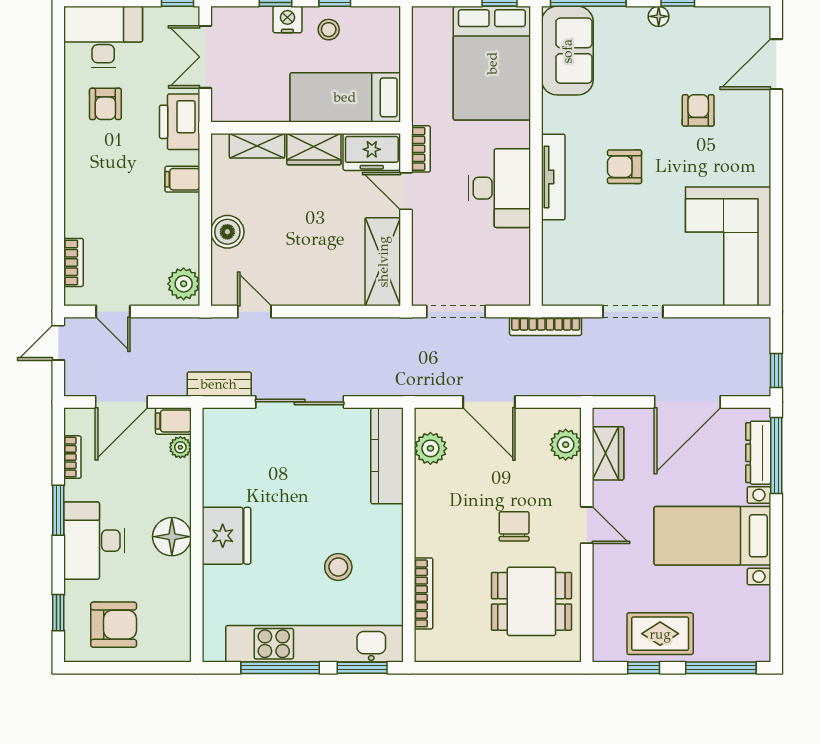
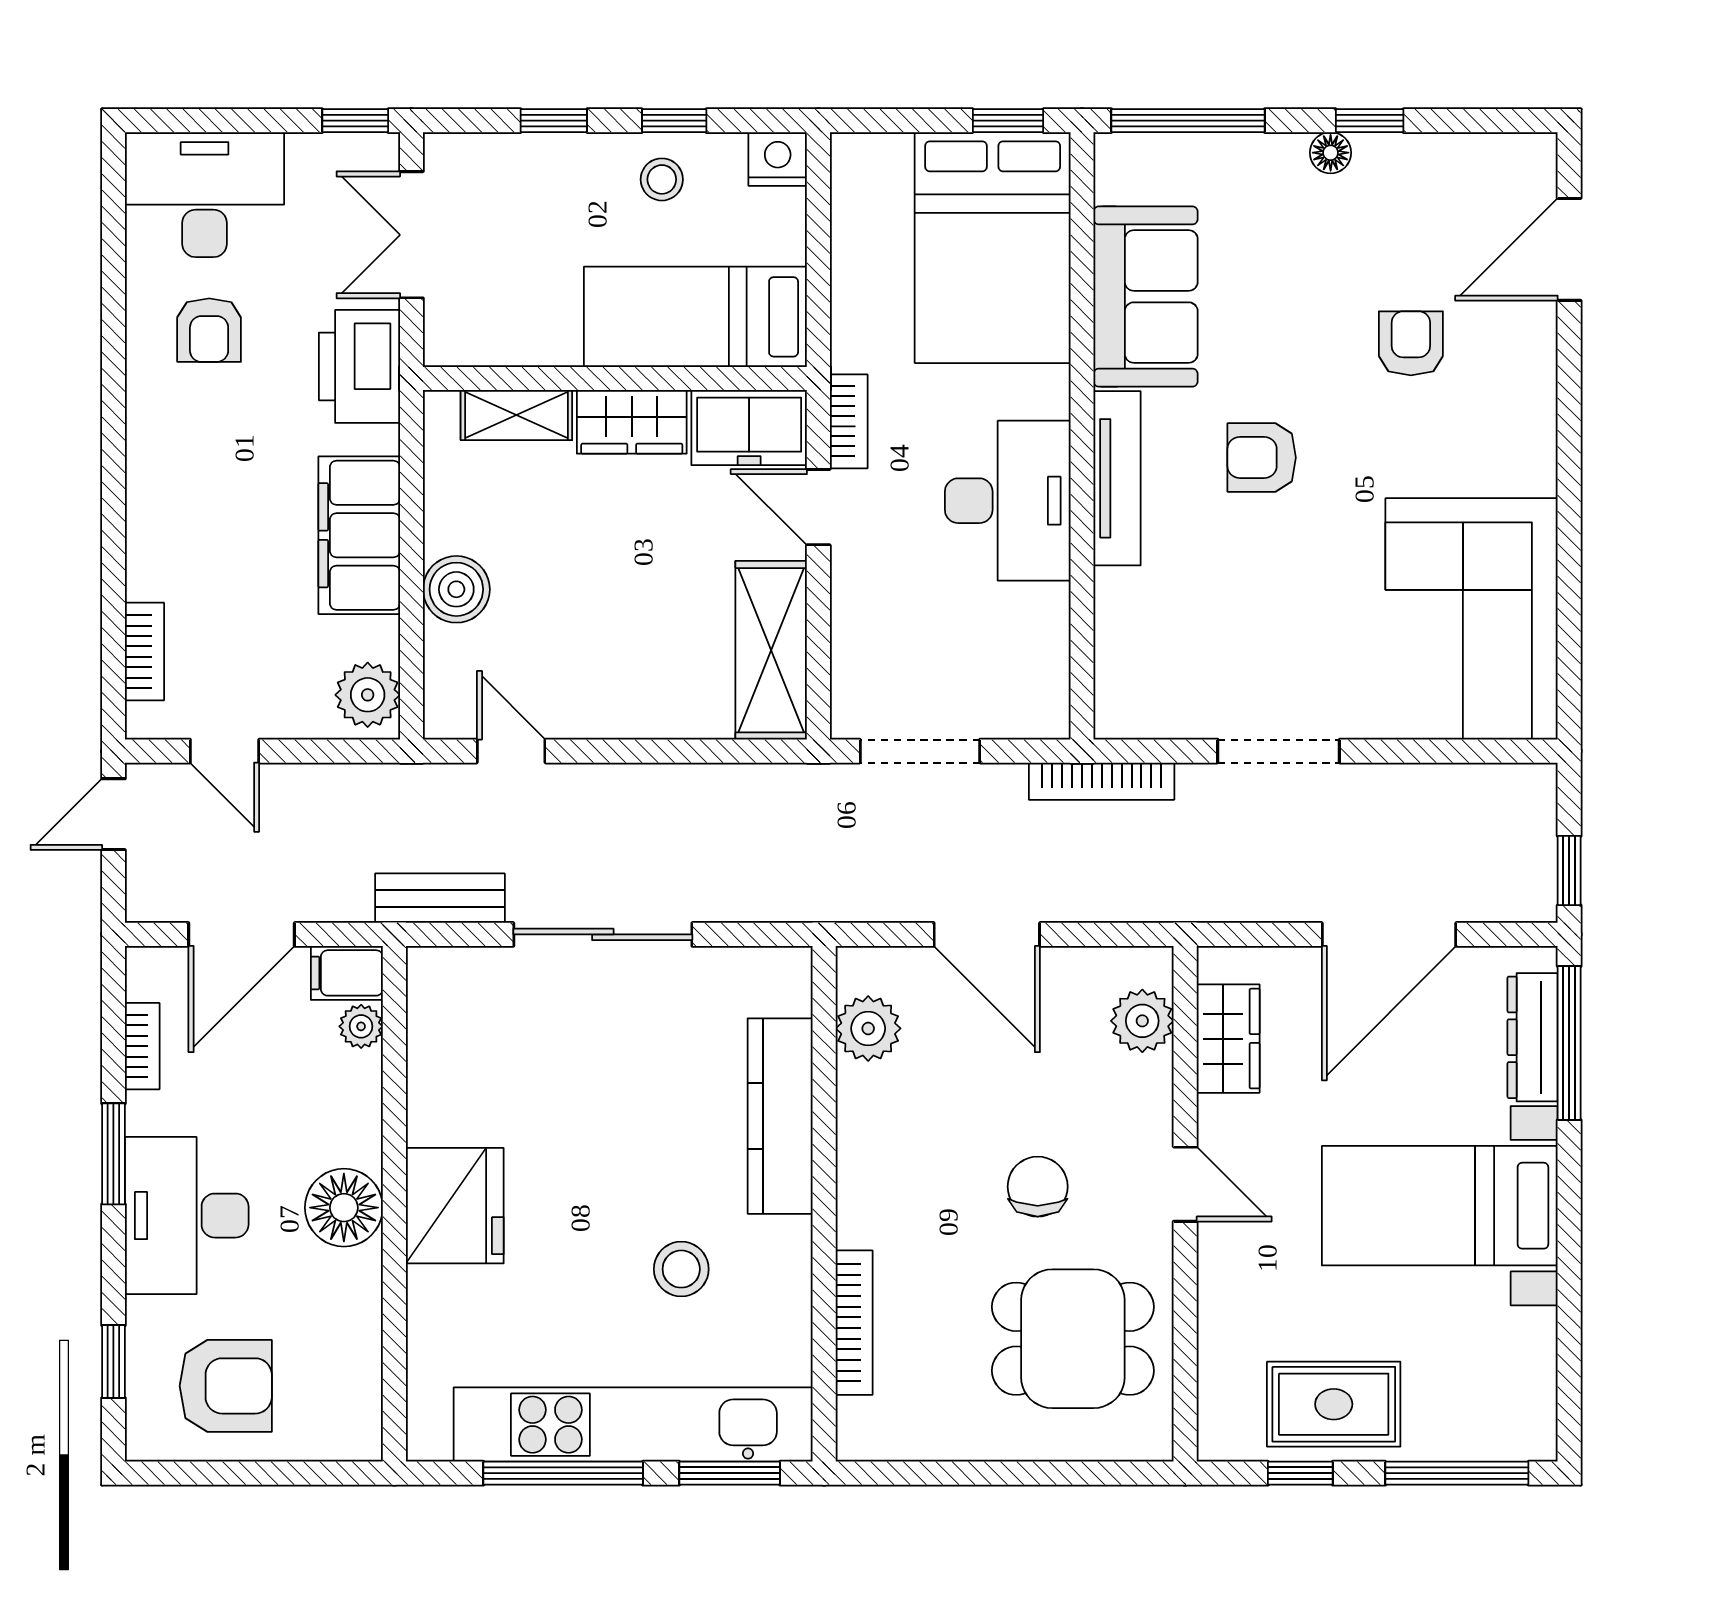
nightstand: (287, 20) -> (778, 159), moved
sofa: (567, 51) -> (1146, 297), moved
filing cabinet: (182, 179) -> (359, 535), width x3.00, depth x1.17
kitchen counter: (387, 456) -> (780, 1116), moved

